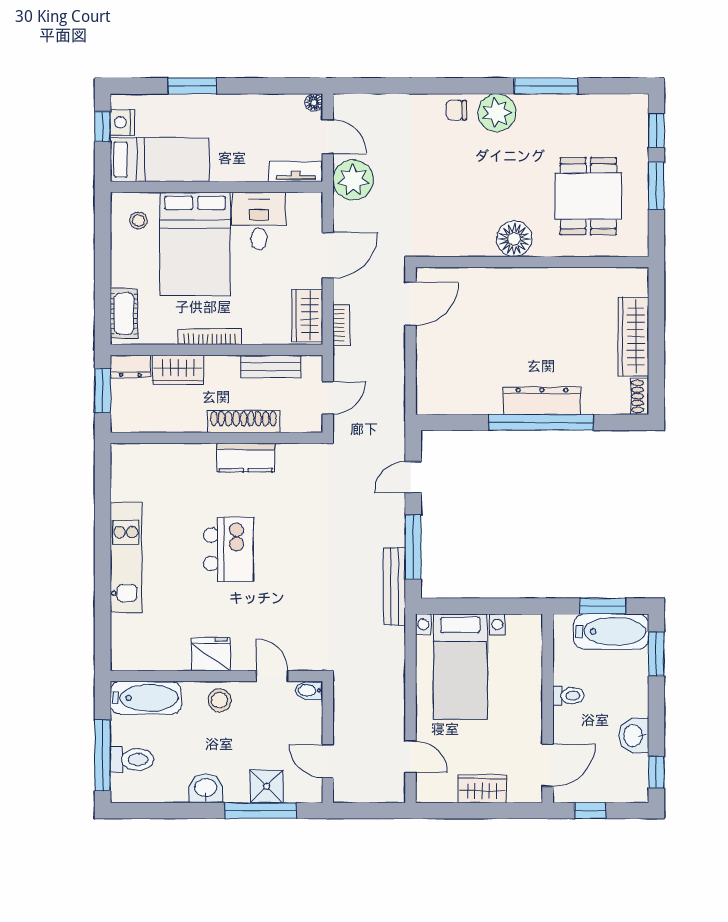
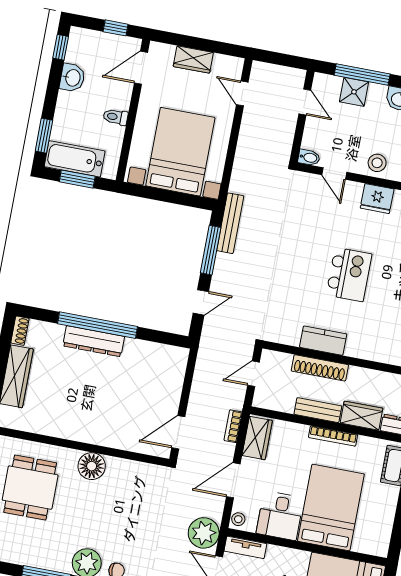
stool: (138, 221) -> (238, 519), moved
bench: (271, 366) -> (318, 410), moved
kitchen island: (229, 549) -> (349, 274), turned 180
bed with nightstands: (460, 667) -> (180, 152), width x1.36

